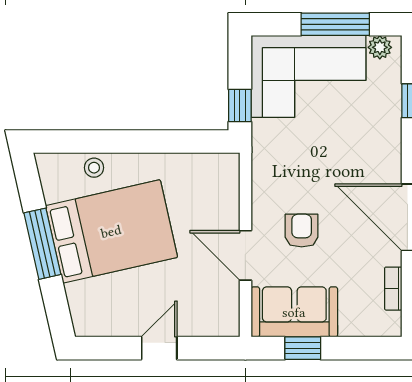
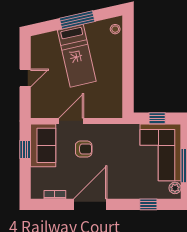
window: (240, 105) -> (157, 118), moved
stool: (94, 168) -> (115, 29), moved
bed: (111, 231) -> (77, 56), width x0.67
door: (159, 348) -> (25, 78), hinge flipped

